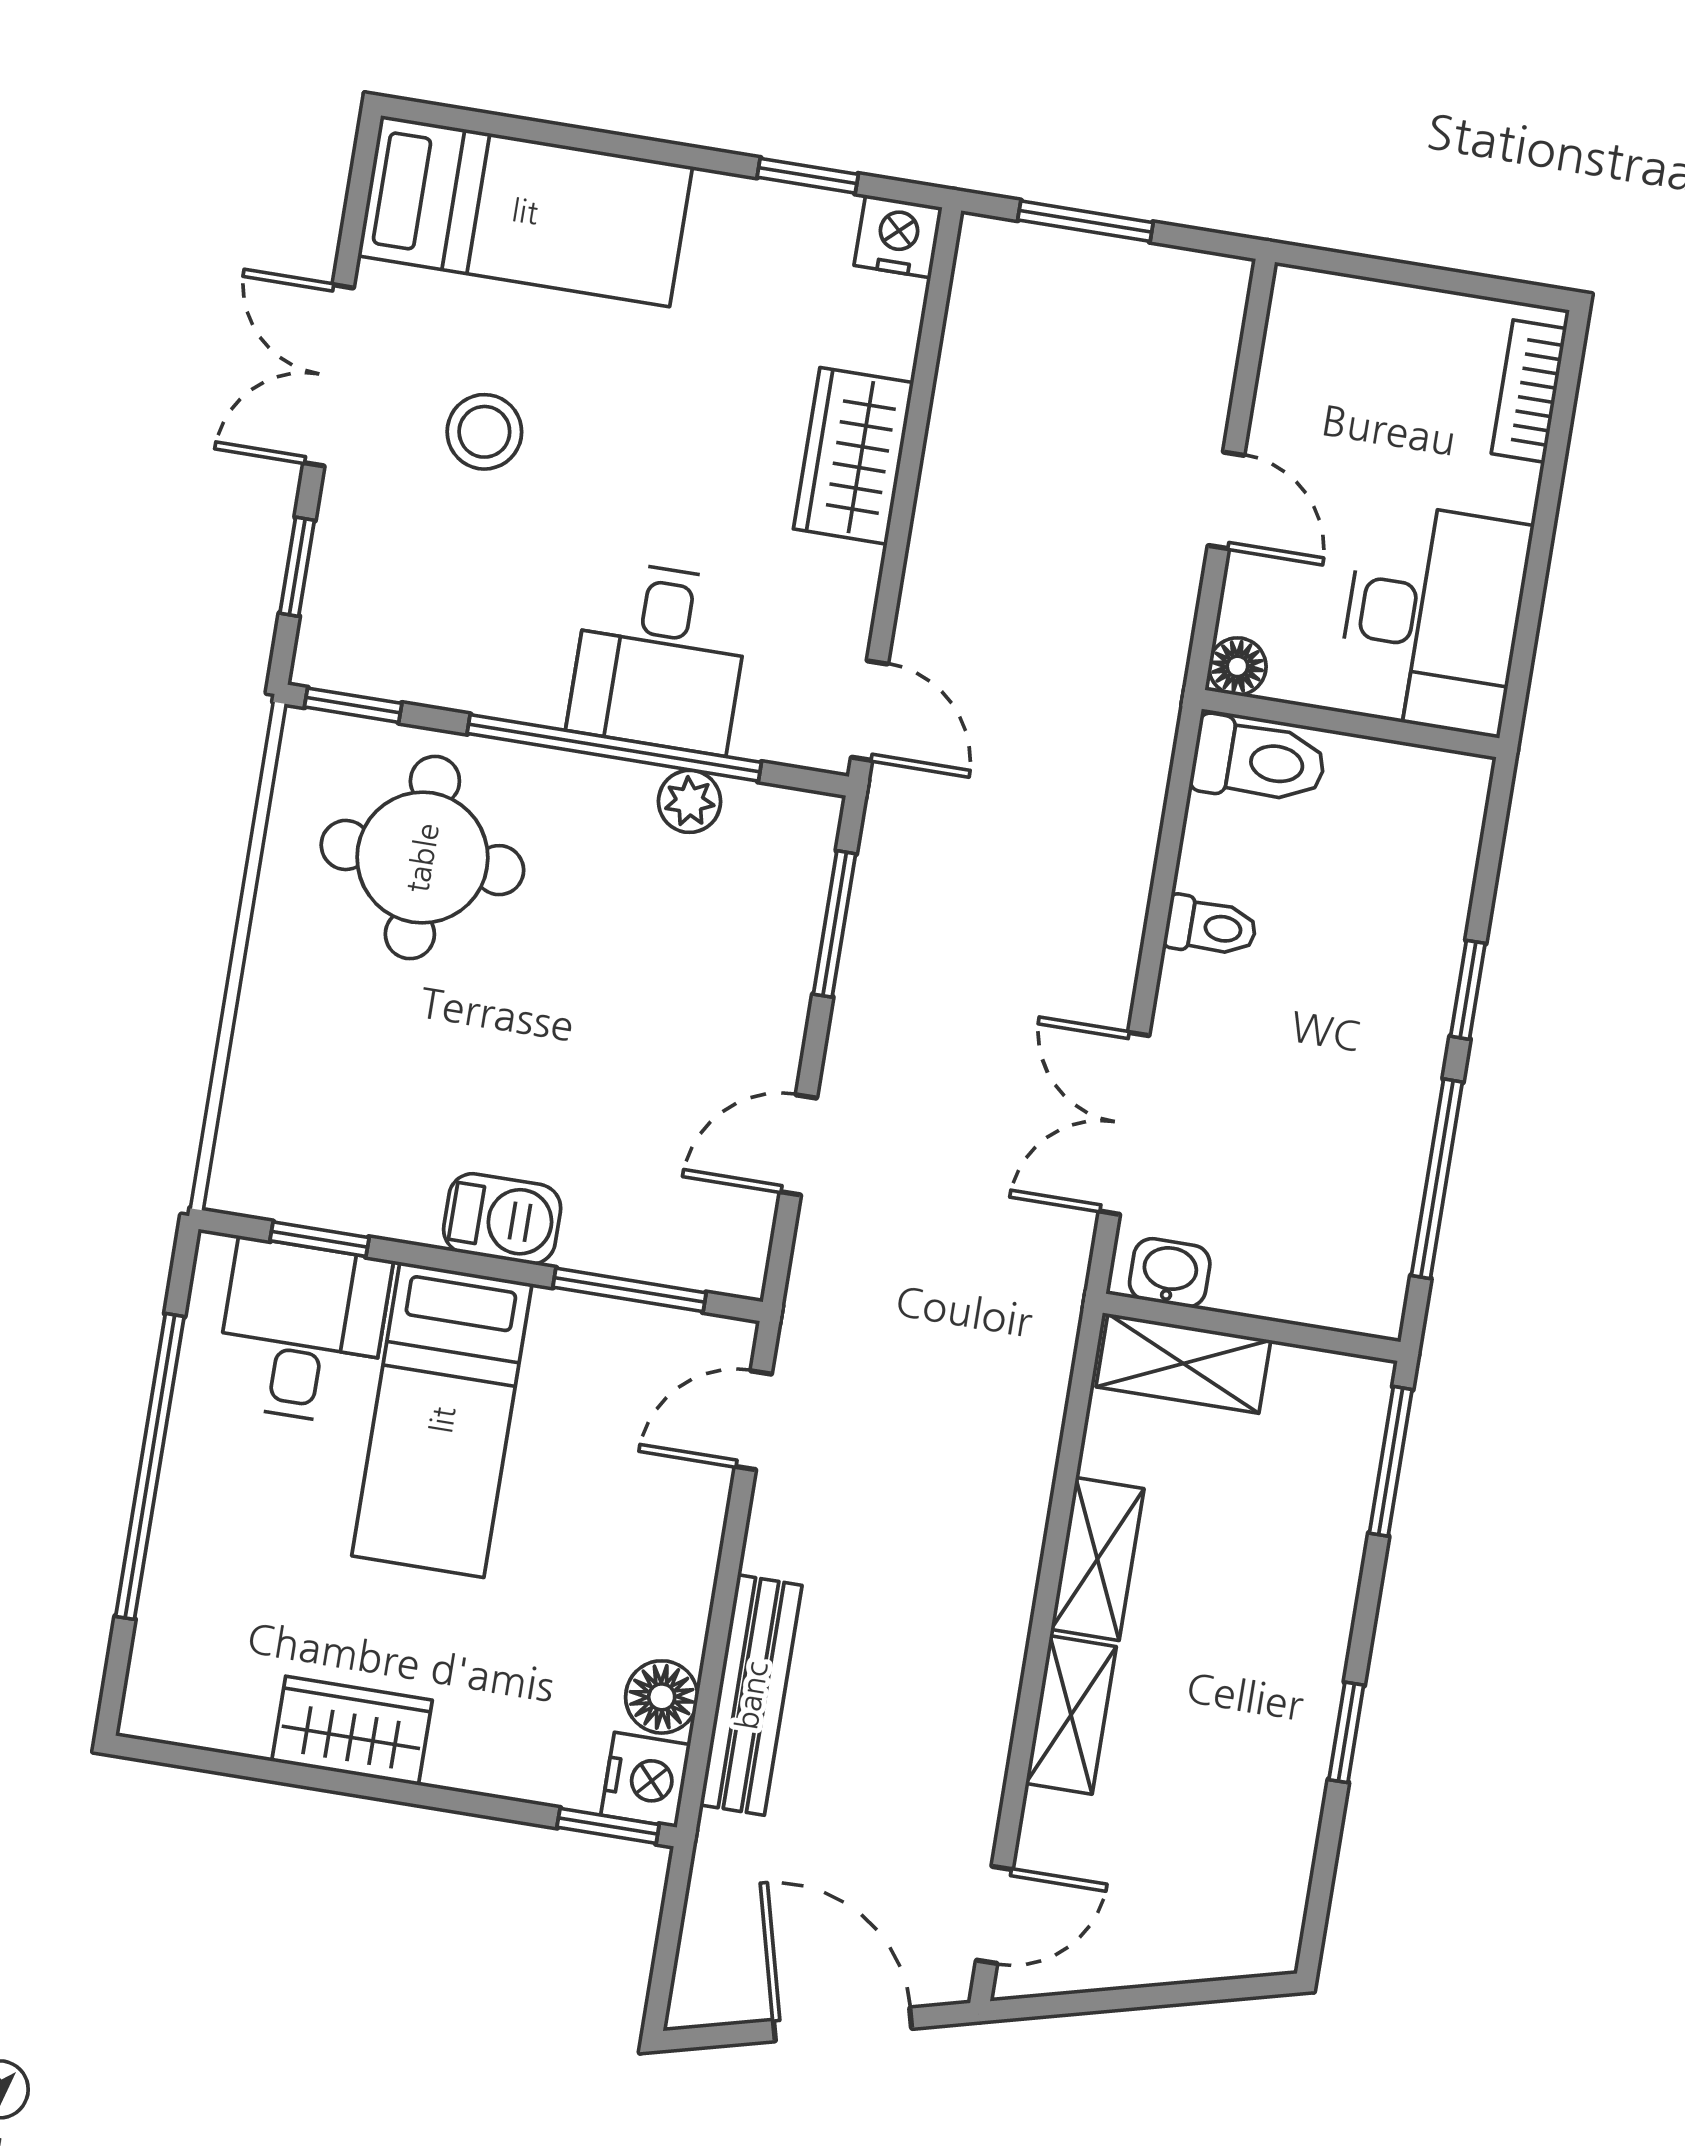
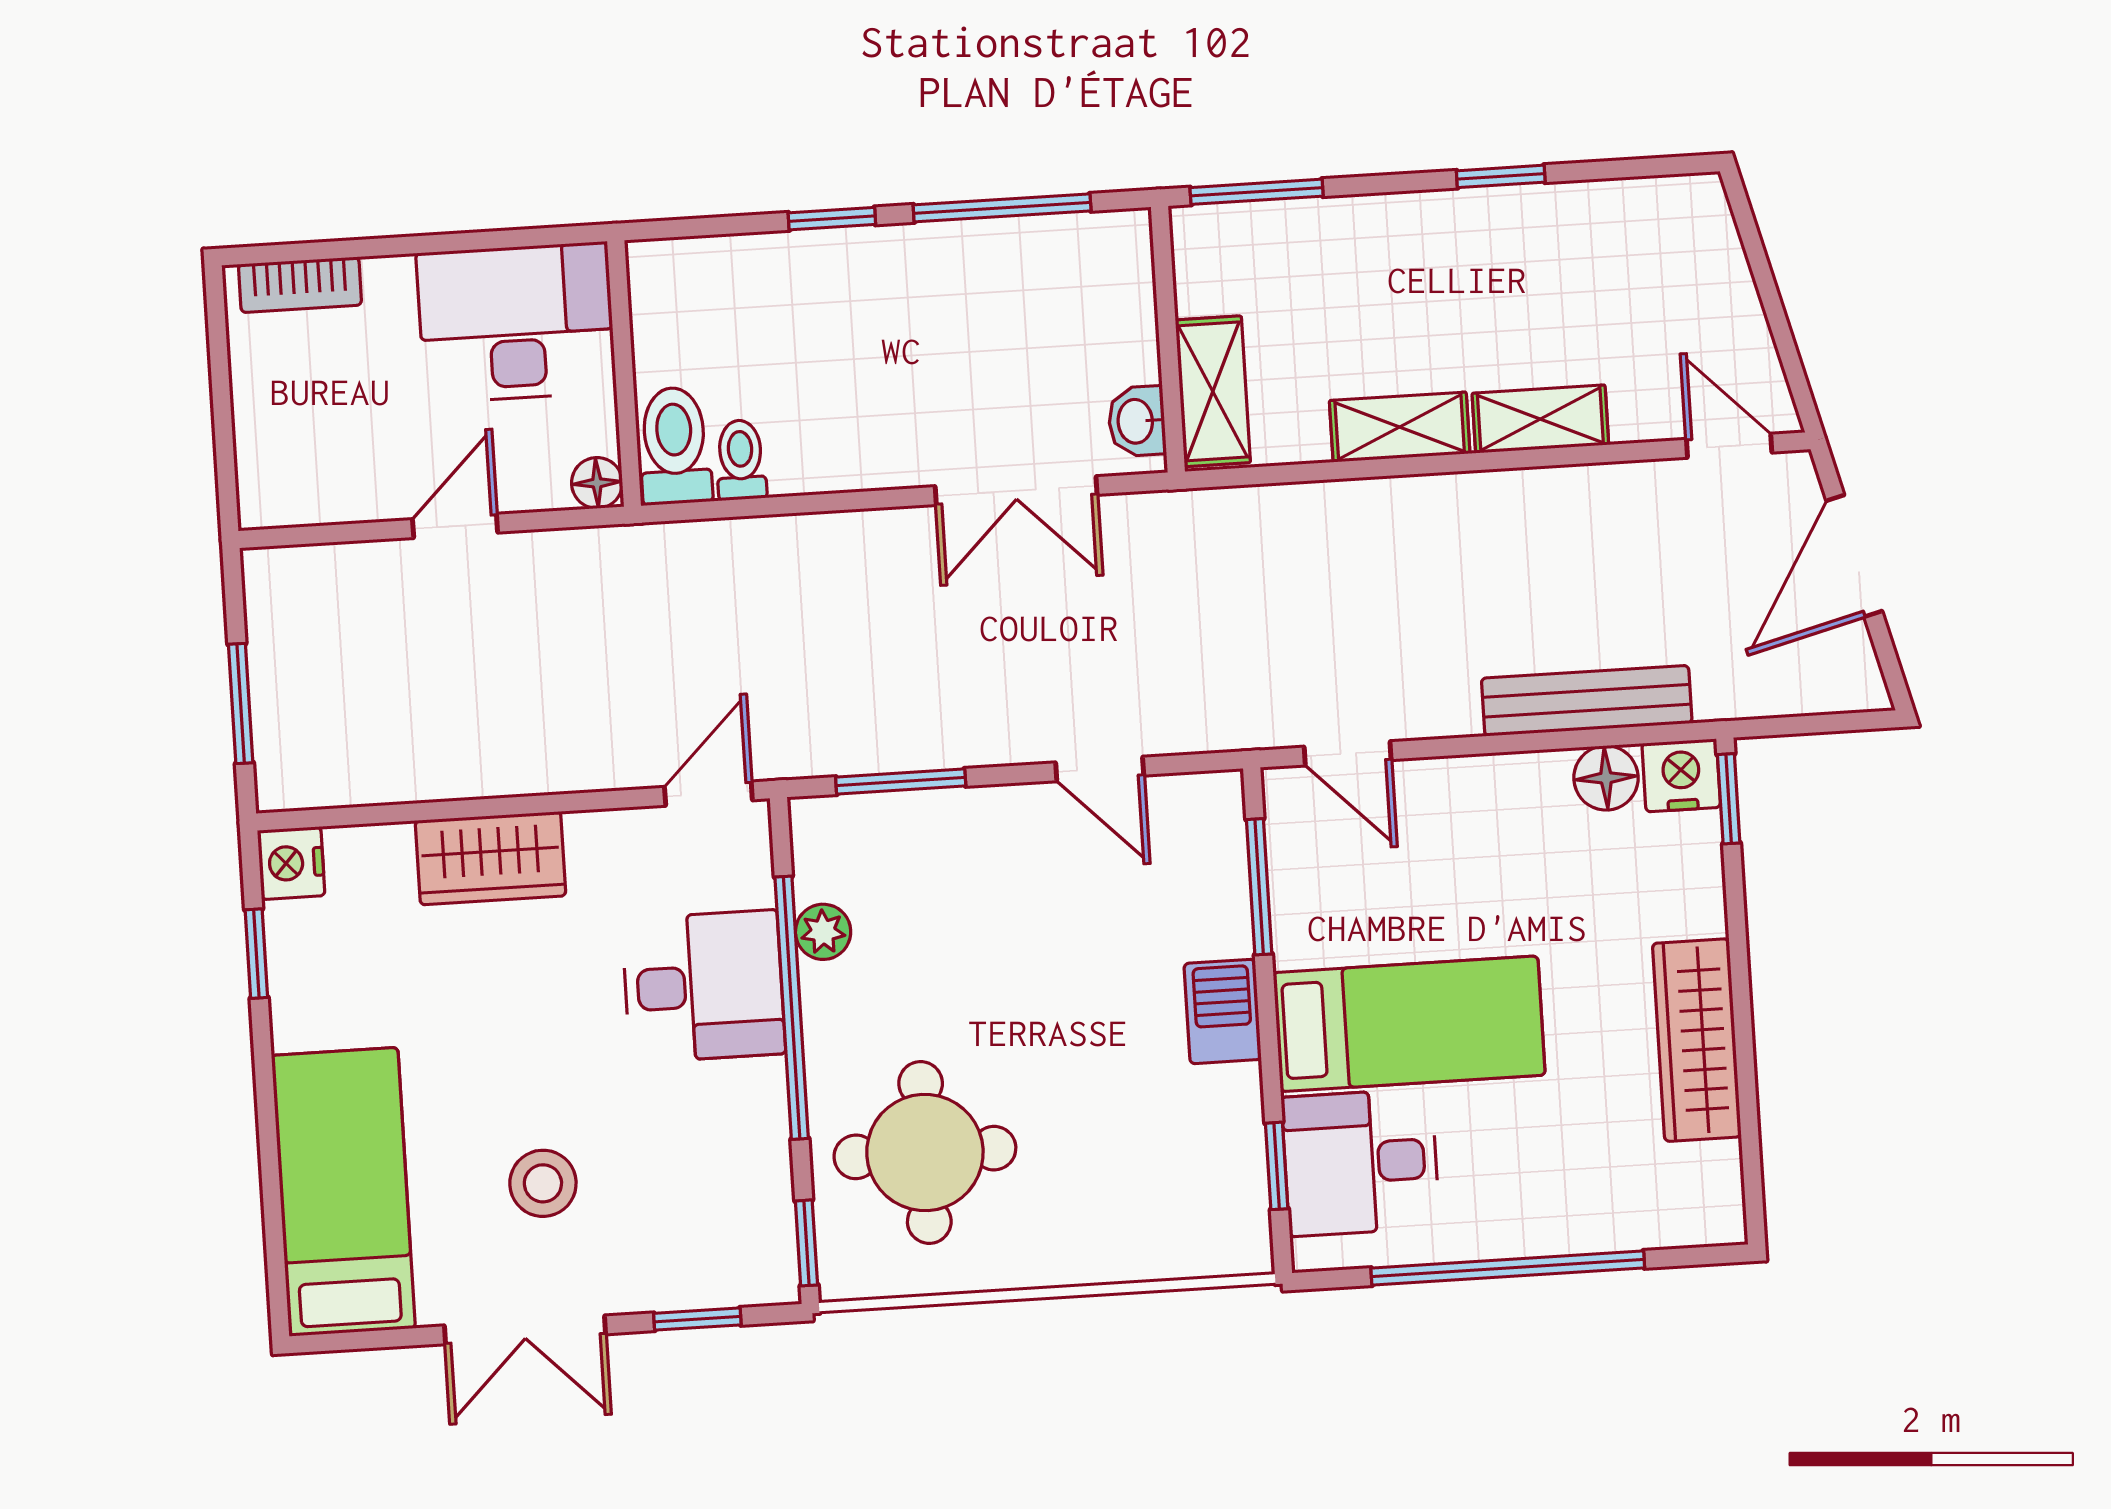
toilet: (1211, 927) -> (741, 460), moved
wardrobe: (352, 1731) -> (1697, 1040), width x1.50

